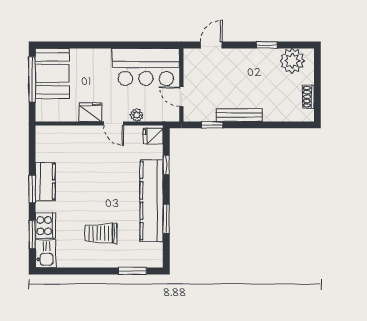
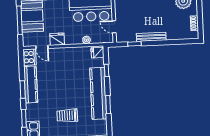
door: (114, 123) -> (42, 47), moved
kitchen counter: (45, 182) -> (31, 84), width x1.50
cooker: (45, 226) -> (30, 57), moved

